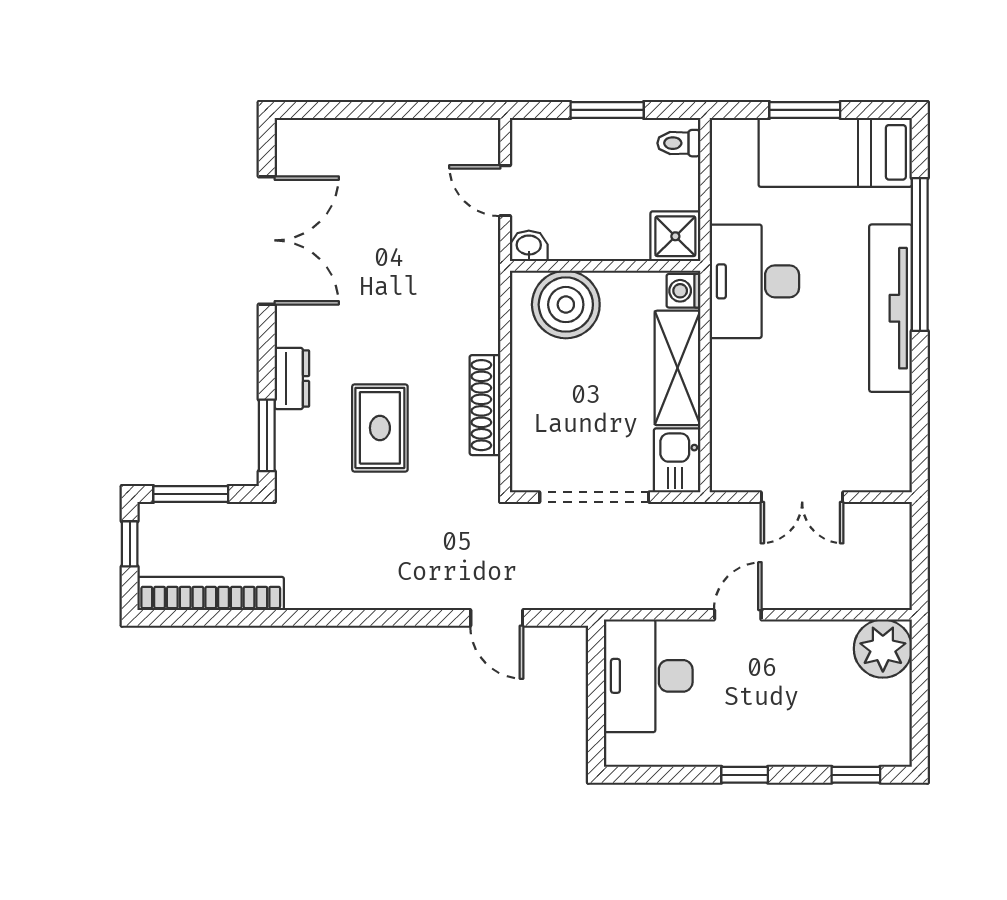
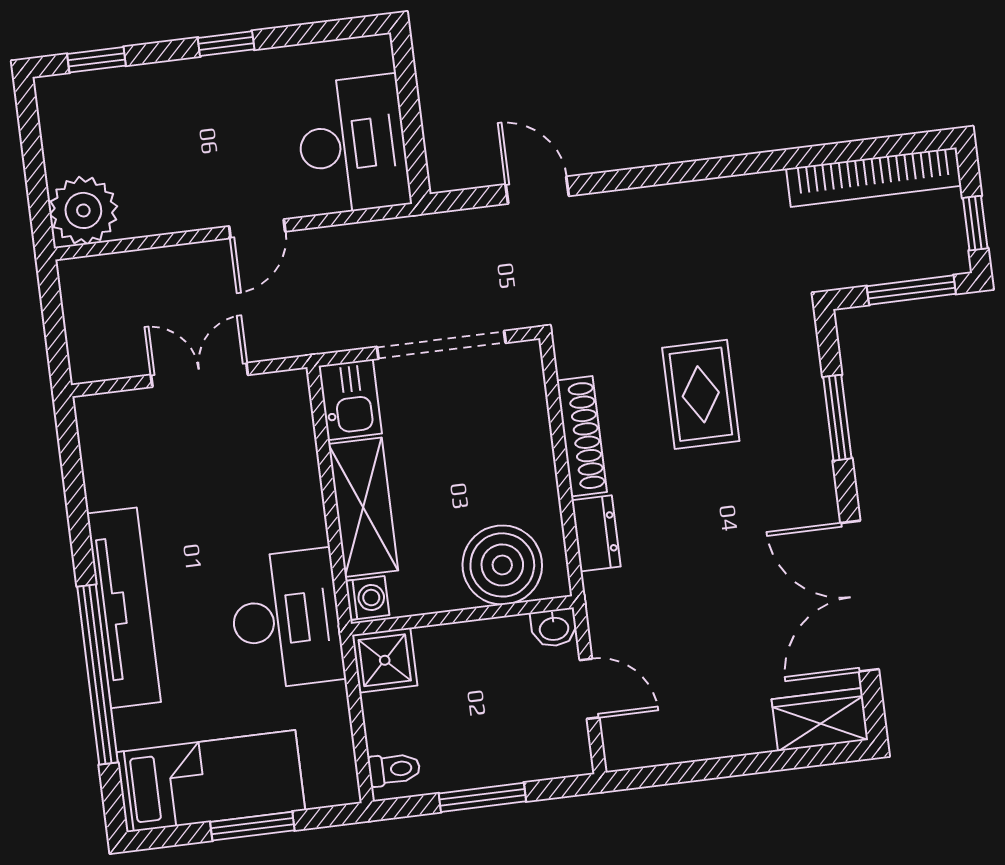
wardrobe: (313, 140) -> (820, 720), added
dresser: (292, 378) -> (596, 533), moved, turned 180
window: (267, 435) -> (837, 418), moved

